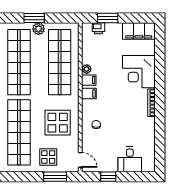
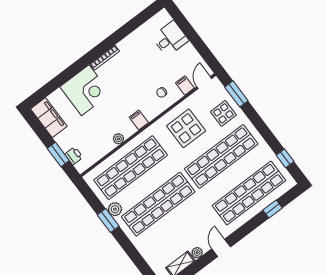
filing cabinet: (89, 80) -> (185, 85), moved
window: (108, 177) -> (200, 46), removed

